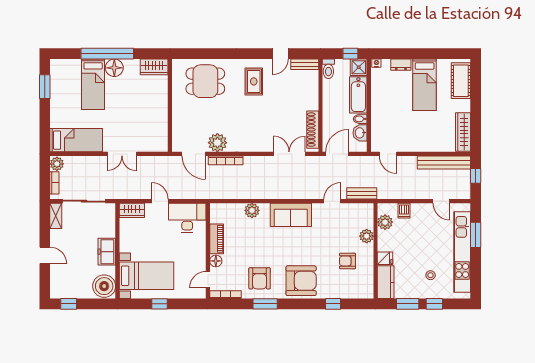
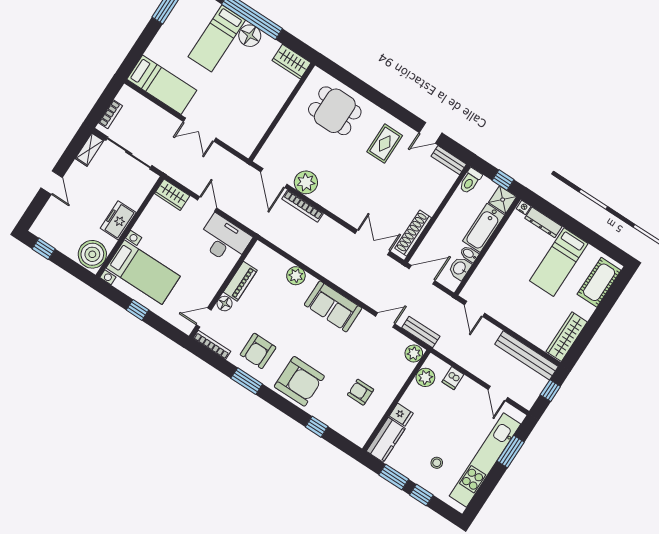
dresser: (401, 65) -> (543, 222), width x1.44
plant: (57, 164) -> (126, 96), removed
plant: (367, 236) -> (414, 353), moved

